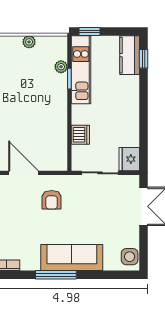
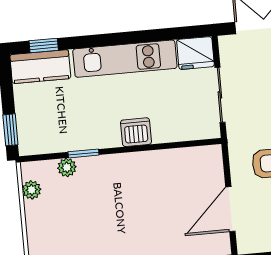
plant: (29, 42) -> (32, 190), moved
kitchen unit: (81, 70) -> (125, 59), moved, turned 180
dishwasher: (80, 135) -> (136, 132), moved

